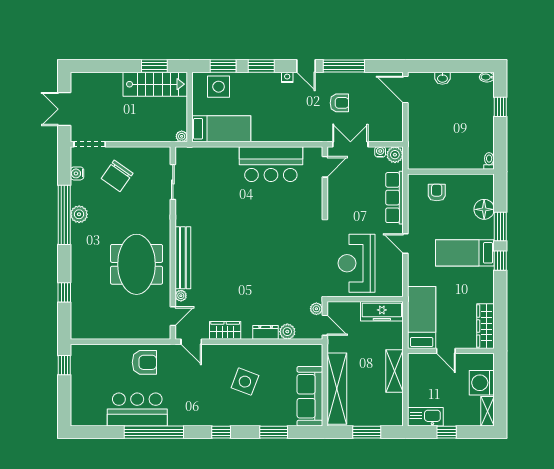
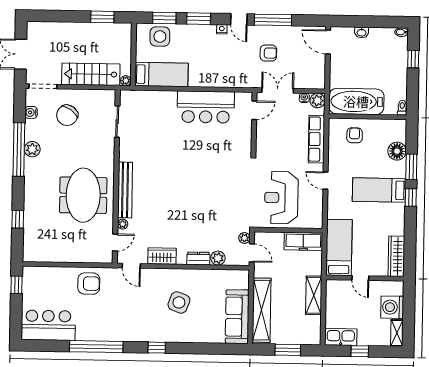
stairs: (155, 84) -> (91, 74), moved, turned 180
bathtub: (438, 155) -> (356, 101), added
bar counter: (137, 409) -> (48, 325), moved
window: (274, 432) -> (204, 348), removed

